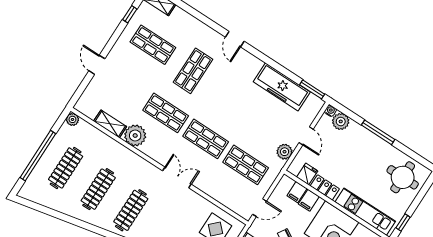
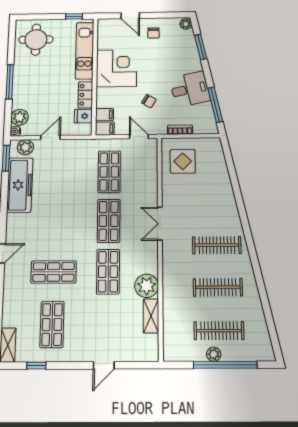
plant: (72, 119) -> (214, 354), moved
plant: (285, 152) -> (25, 147), moved
filing cabinet: (309, 200) -> (105, 129), moved

